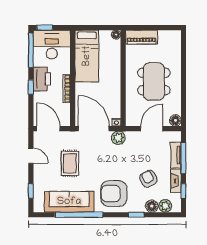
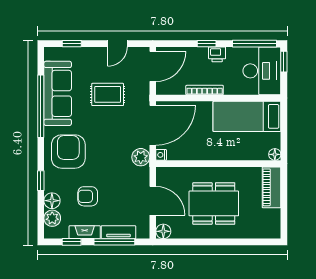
printer: (42, 79) -> (217, 54), width x0.53, depth x0.68
armchair: (148, 179) -> (88, 196), turned -152

